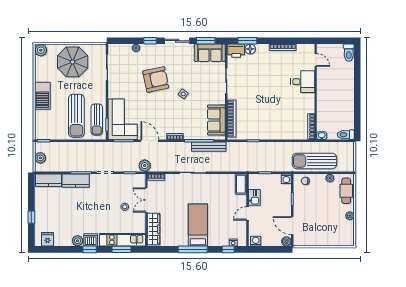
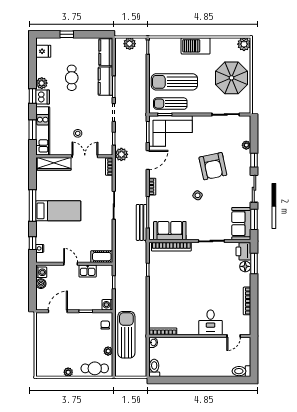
cafe table: (73, 212) -> (72, 78), added
boiler: (286, 241) -> (41, 284), moved

